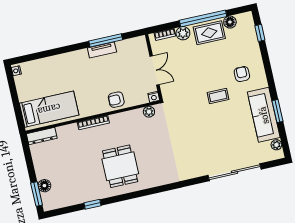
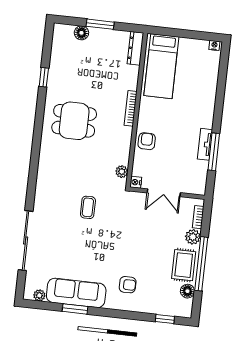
coffee table: (218, 96) -> (88, 207), moved
window: (37, 194) -> (100, 24), moved

